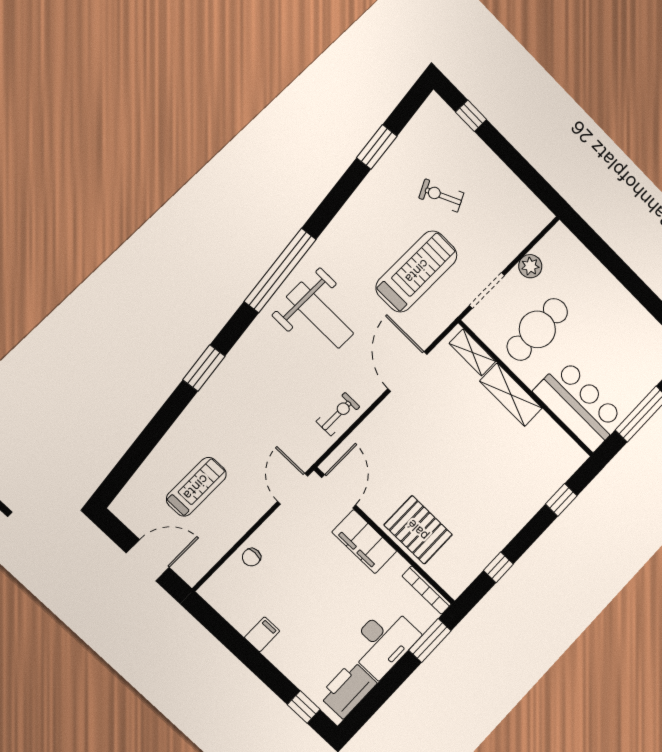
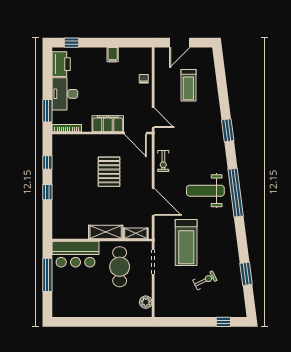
plant: (530, 266) -> (146, 302), moved
window: (561, 500) -> (47, 192), moved
pallet: (418, 530) -> (109, 172), moved, turned 90

